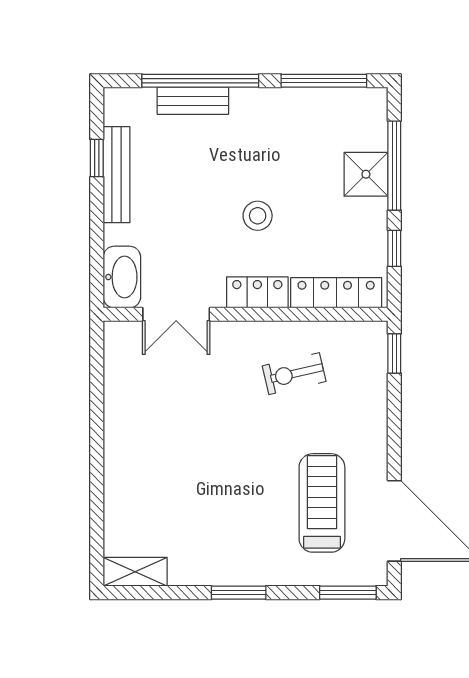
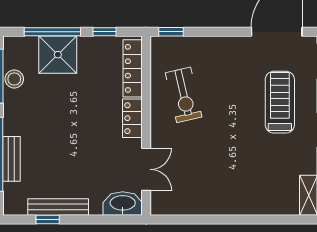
shower: (366, 174) -> (58, 55), width x1.36, depth x1.36
stool: (258, 216) -> (14, 79), moved
exercise bike: (294, 374) -> (184, 95), width x1.38, depth x1.39
treadmill: (322, 503) -> (280, 102), moved, turned 90

